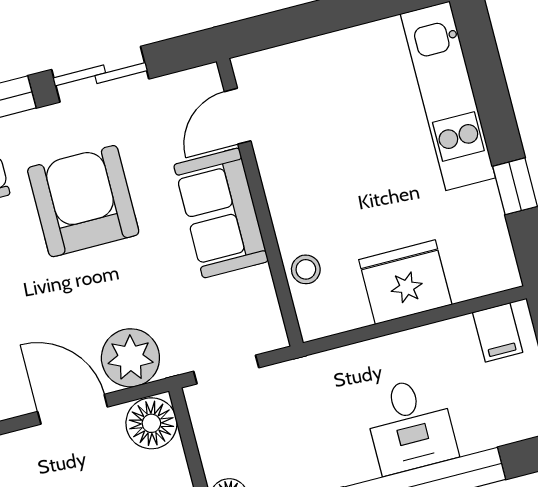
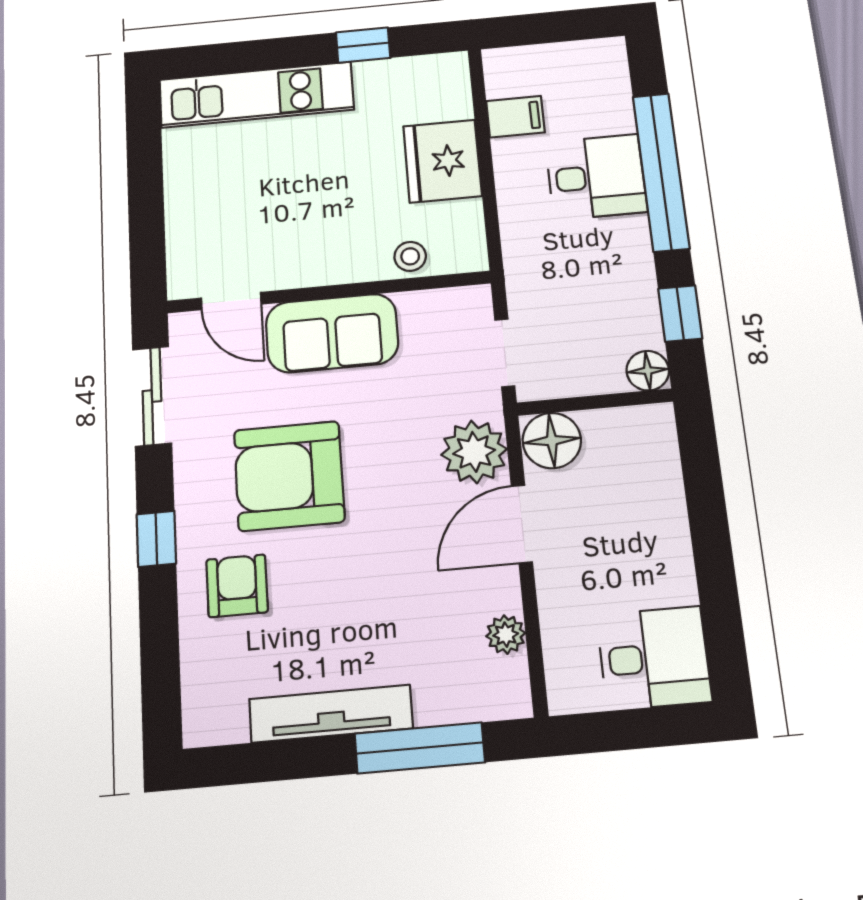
sliding door: (100, 74) -> (152, 396), moved
filing cabinet: (498, 332) -> (515, 117), moved

